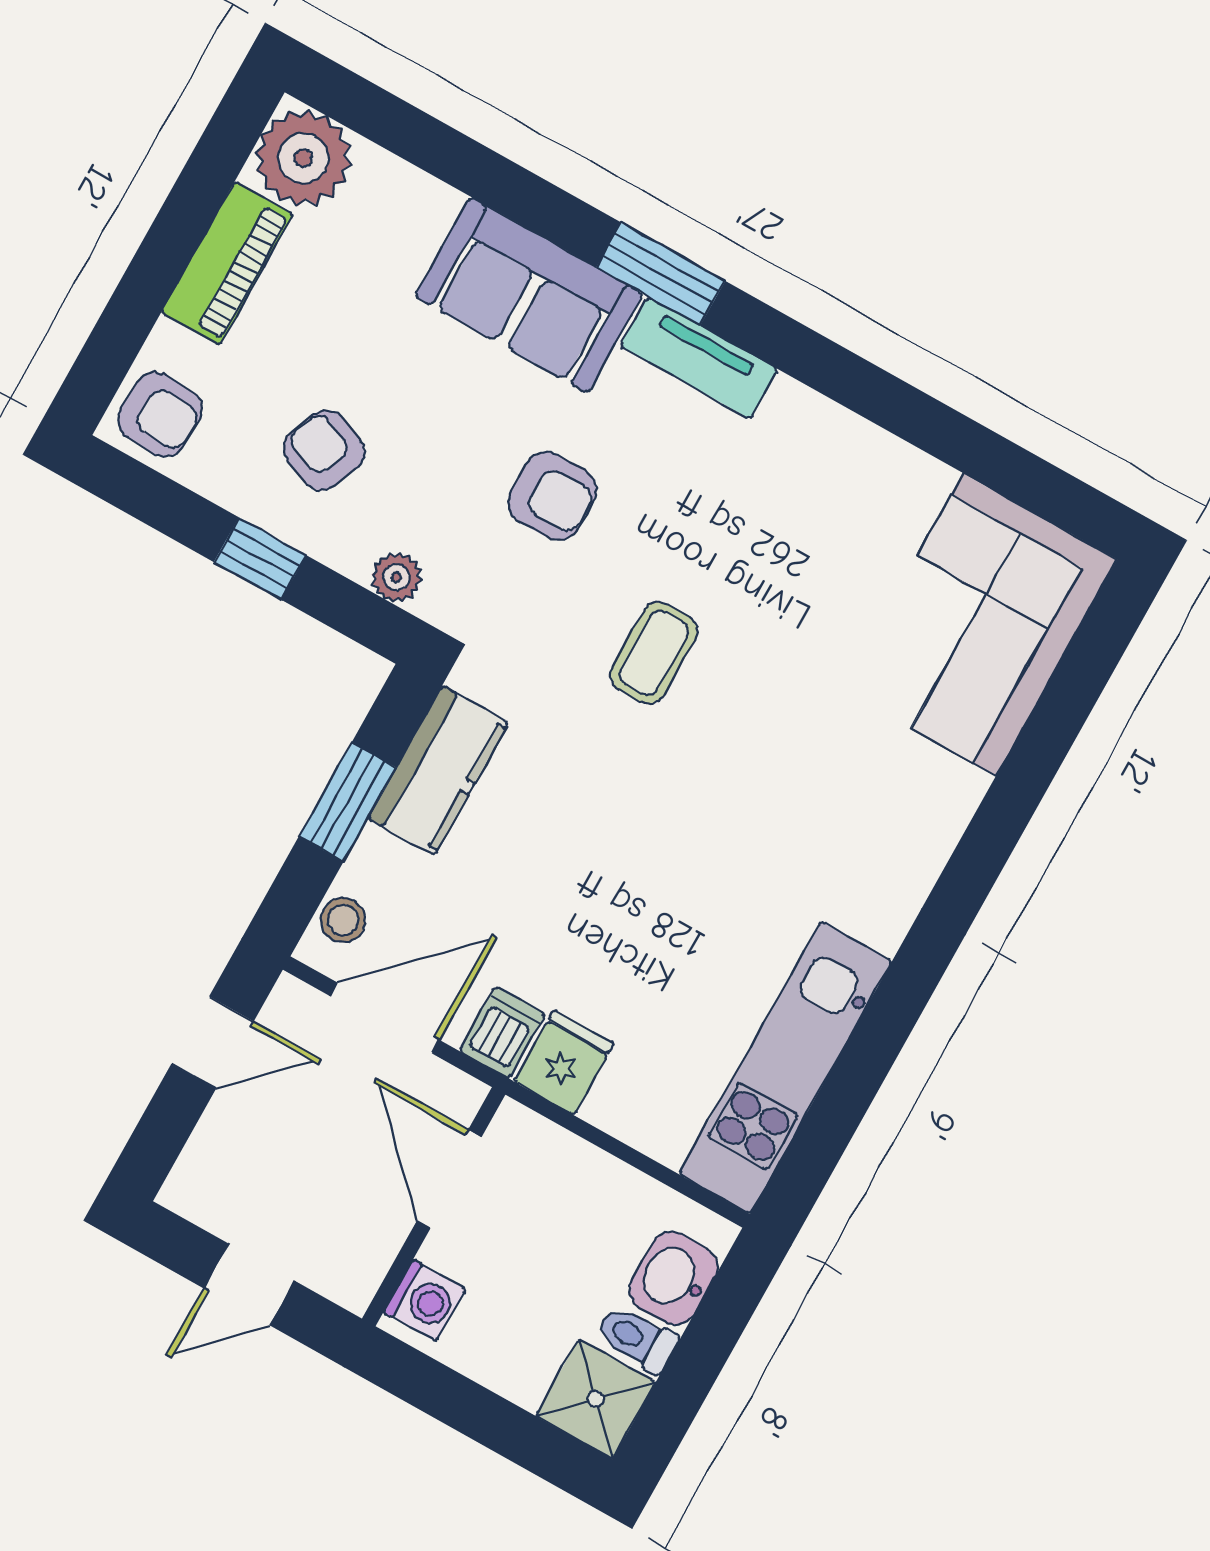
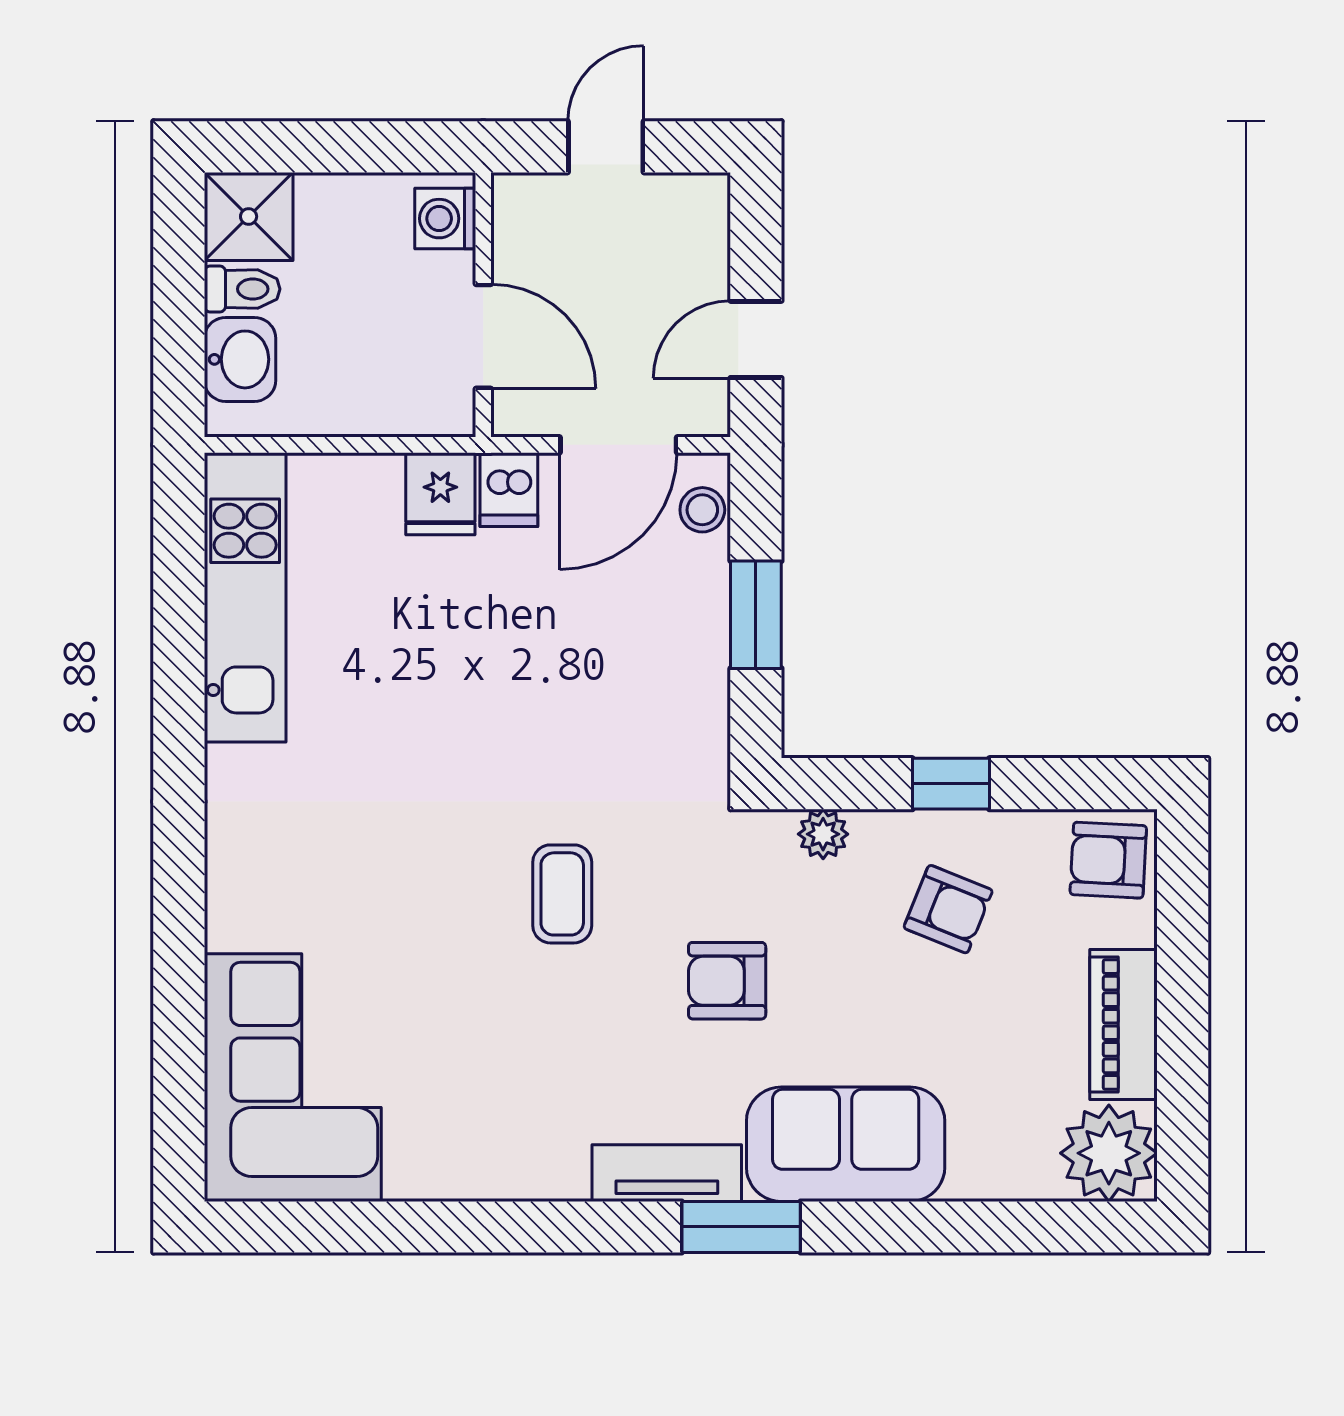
kitchen counter: (438, 770) -> (692, 686), removed

